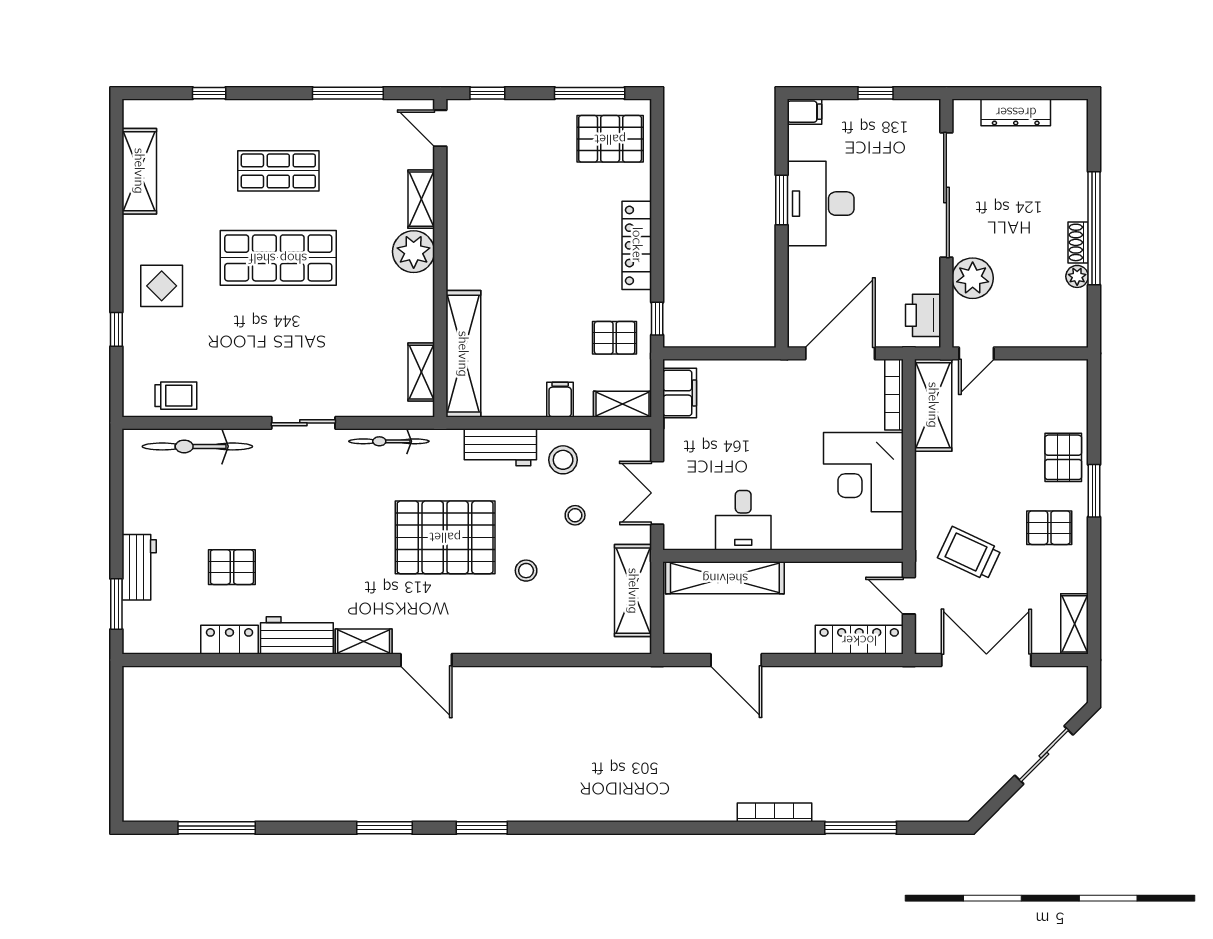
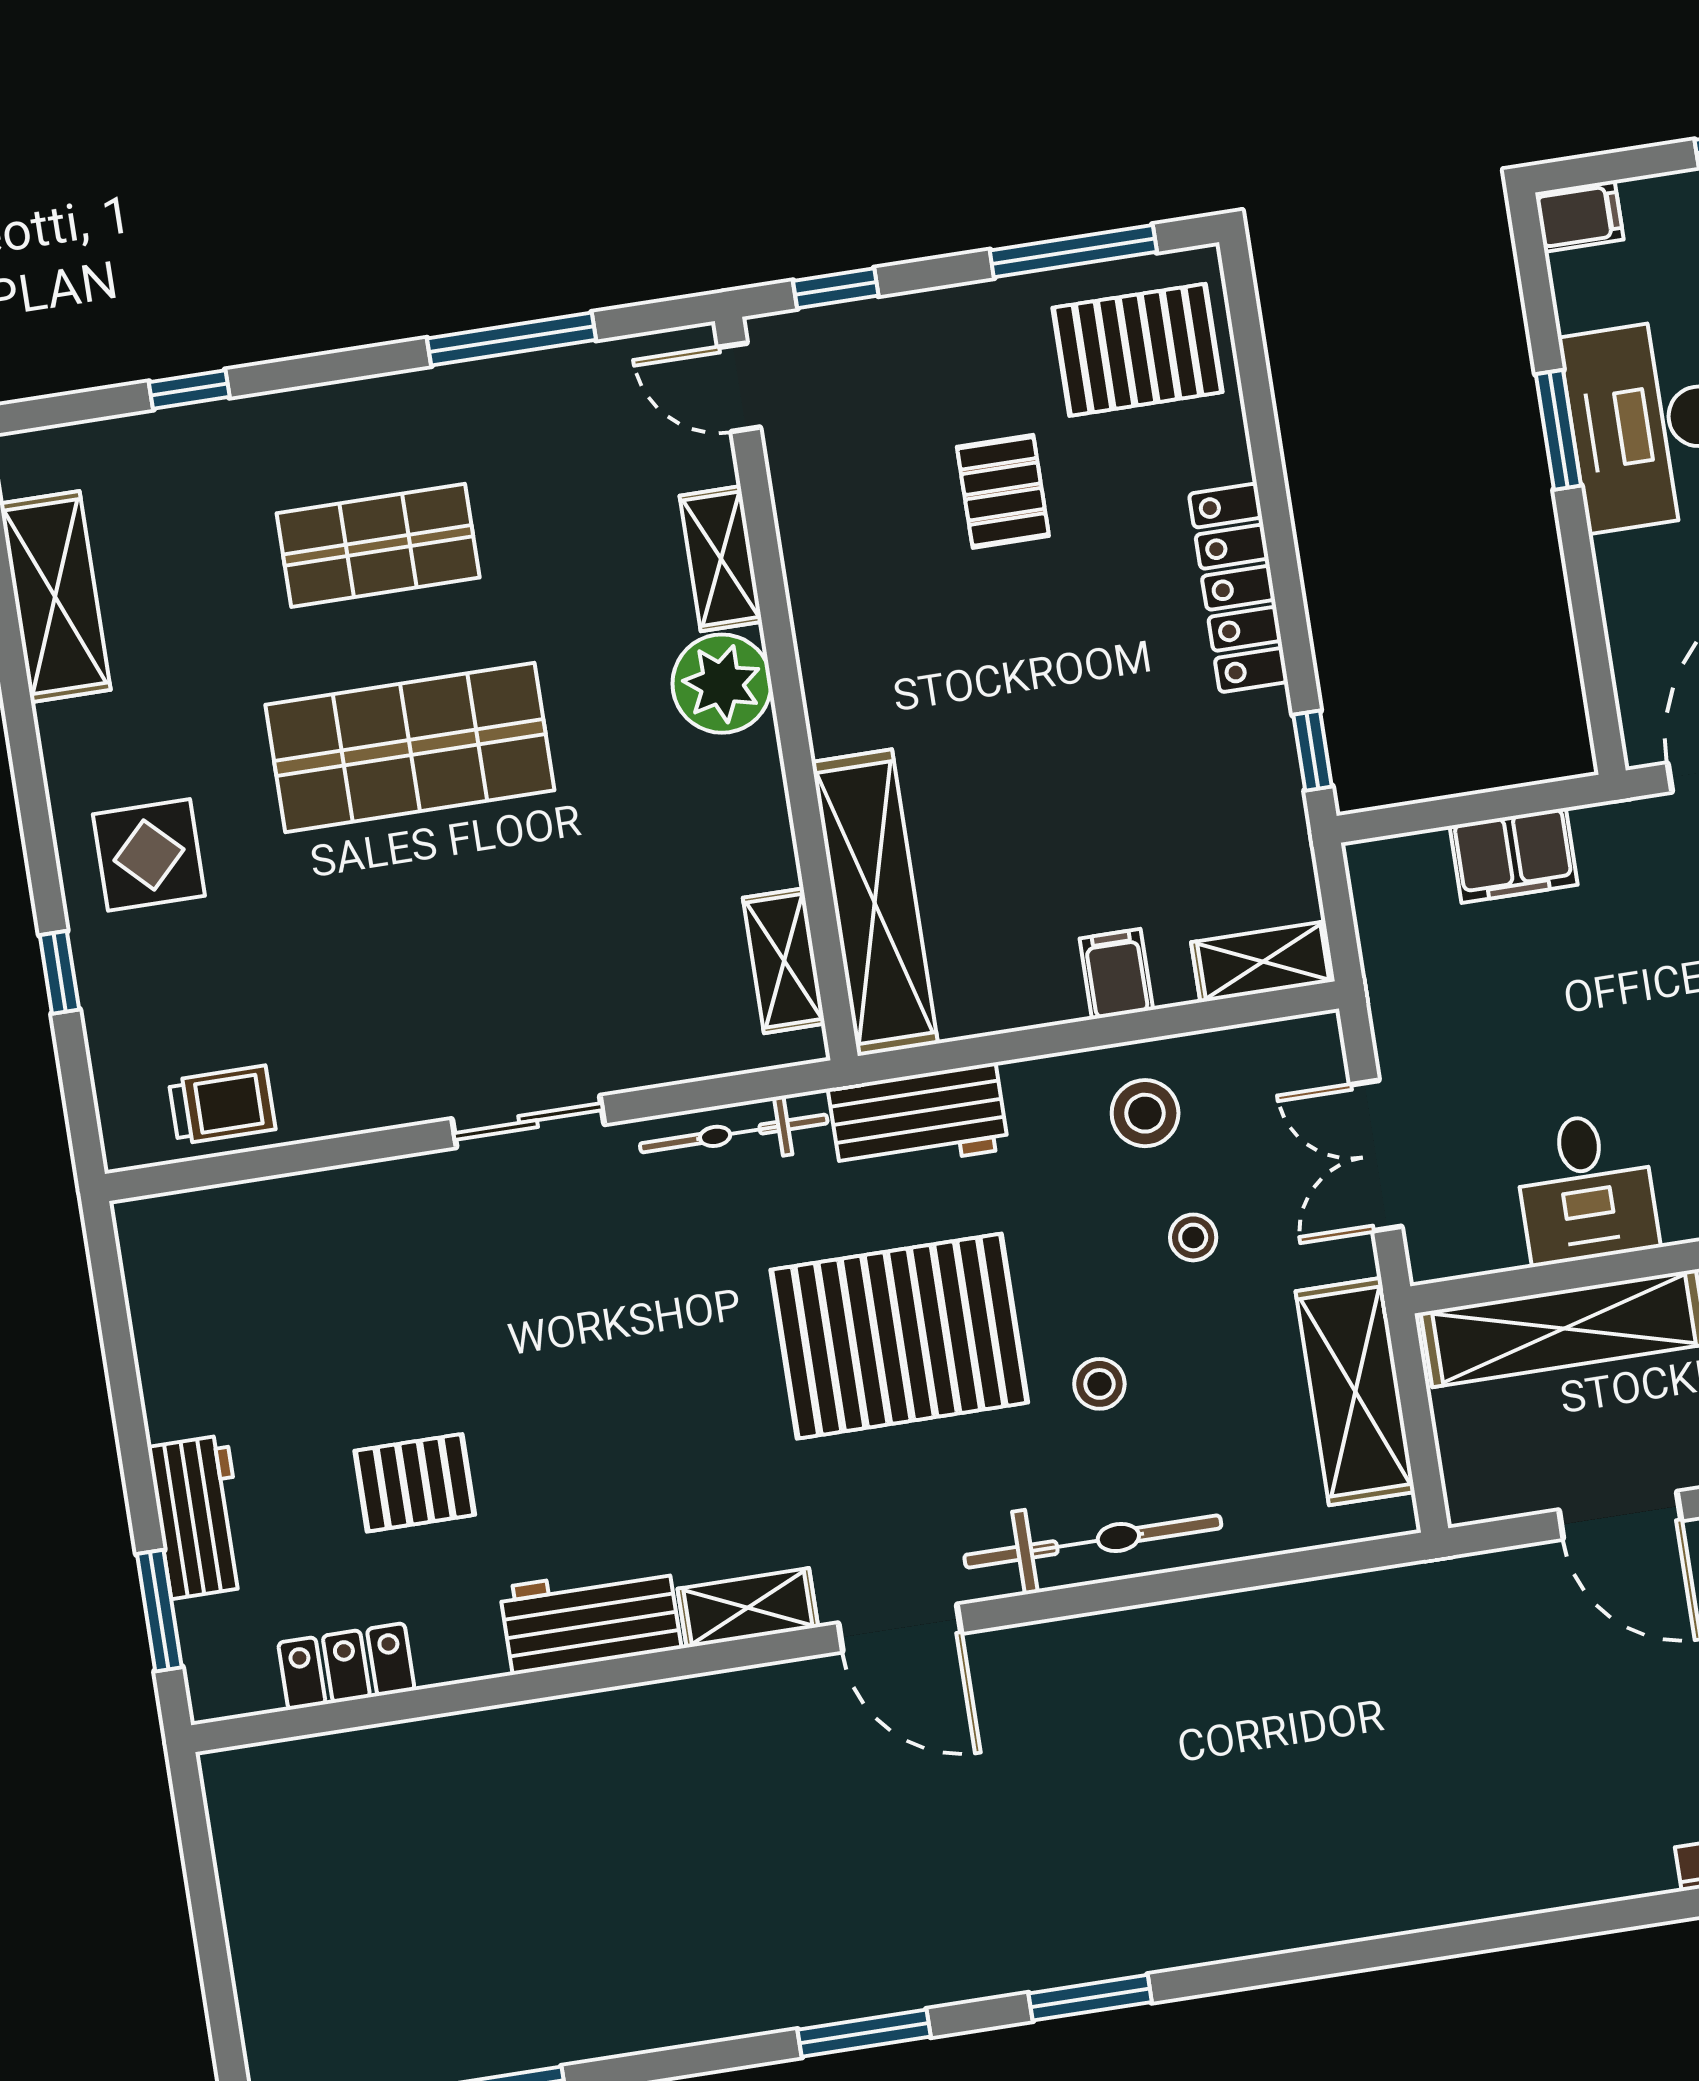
pallet: (615, 338) -> (1003, 491), moved, turned 90
filing cabinet: (680, 393) -> (1514, 855), moved, turned 90
bicycle: (197, 446) -> (1093, 1542), moved, turned 180
workbench: (500, 447) -> (918, 1119), moved
locker: (230, 640) -> (346, 1666), moved

